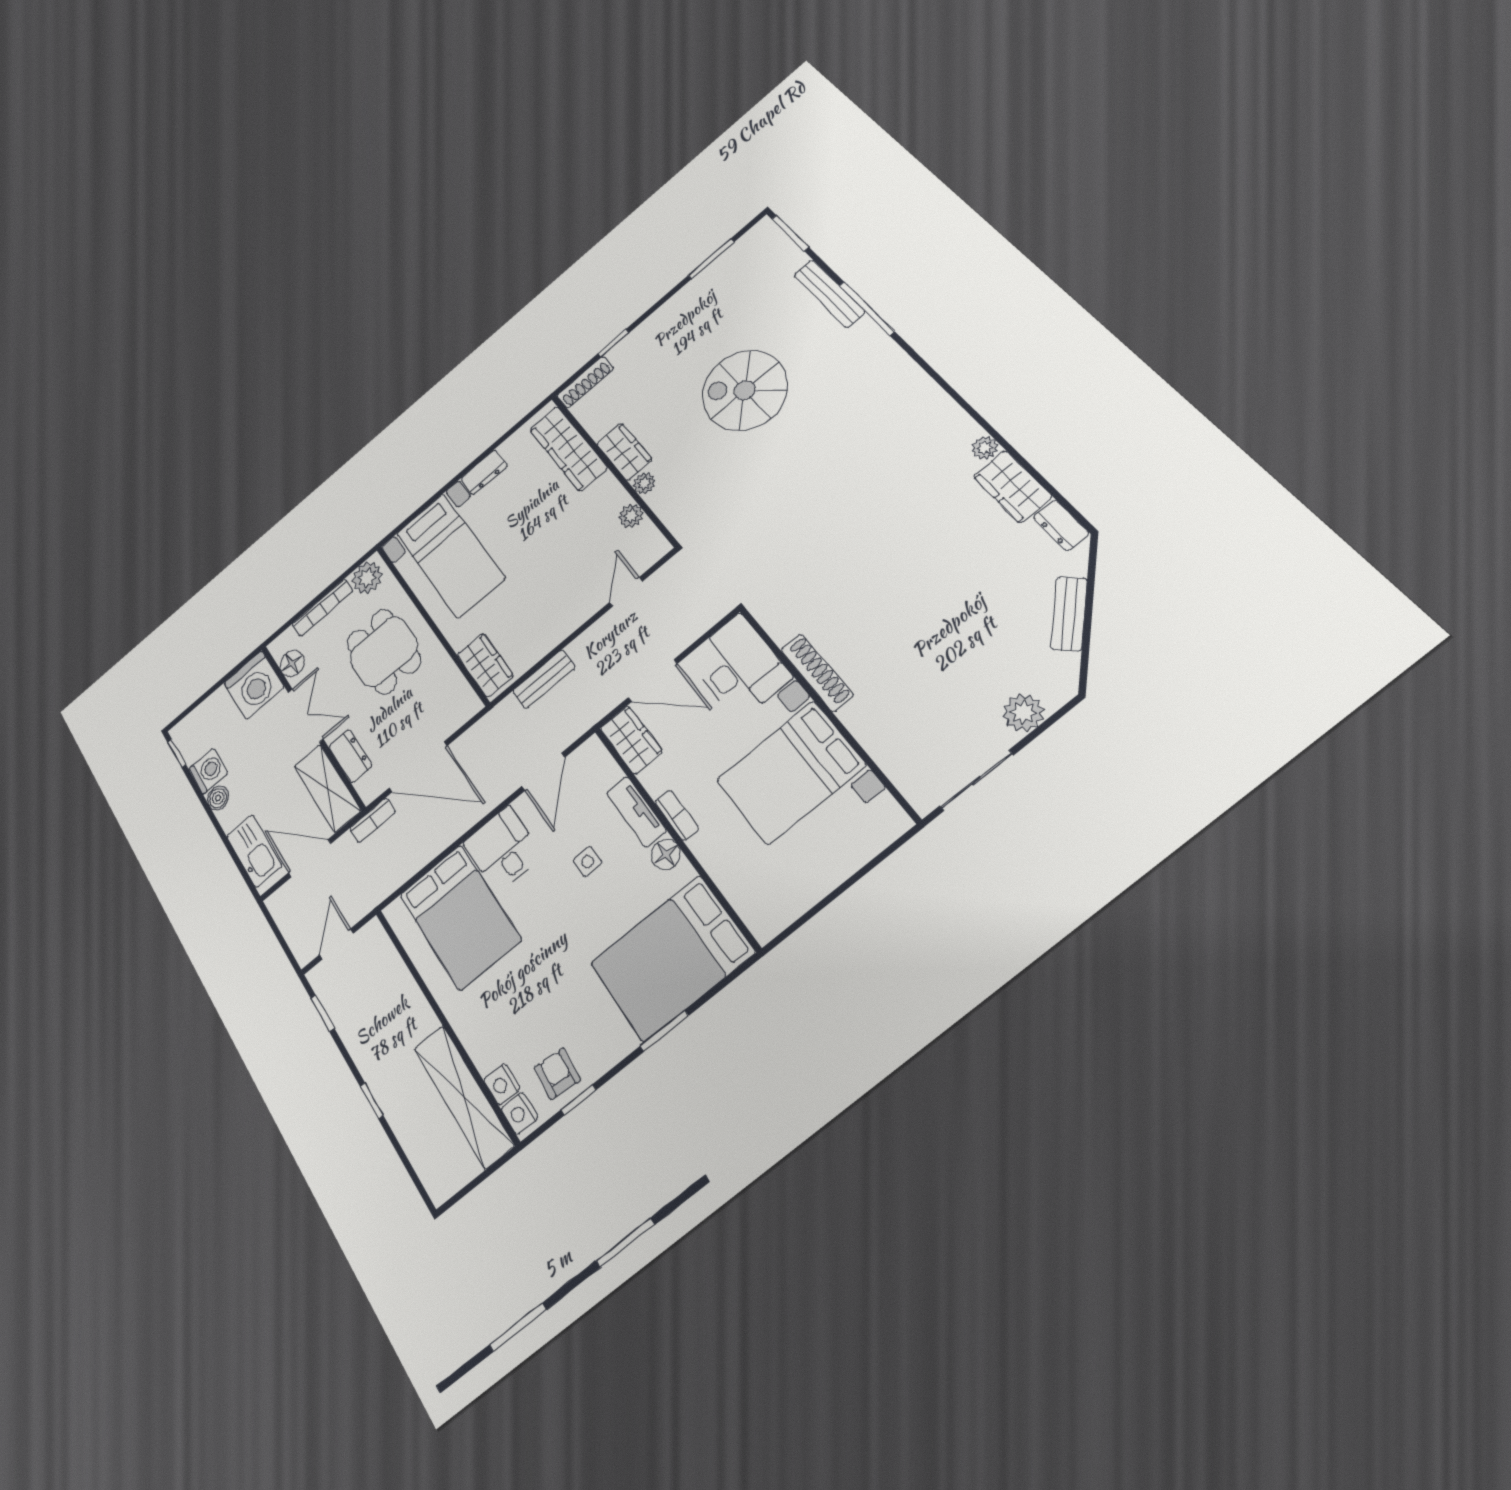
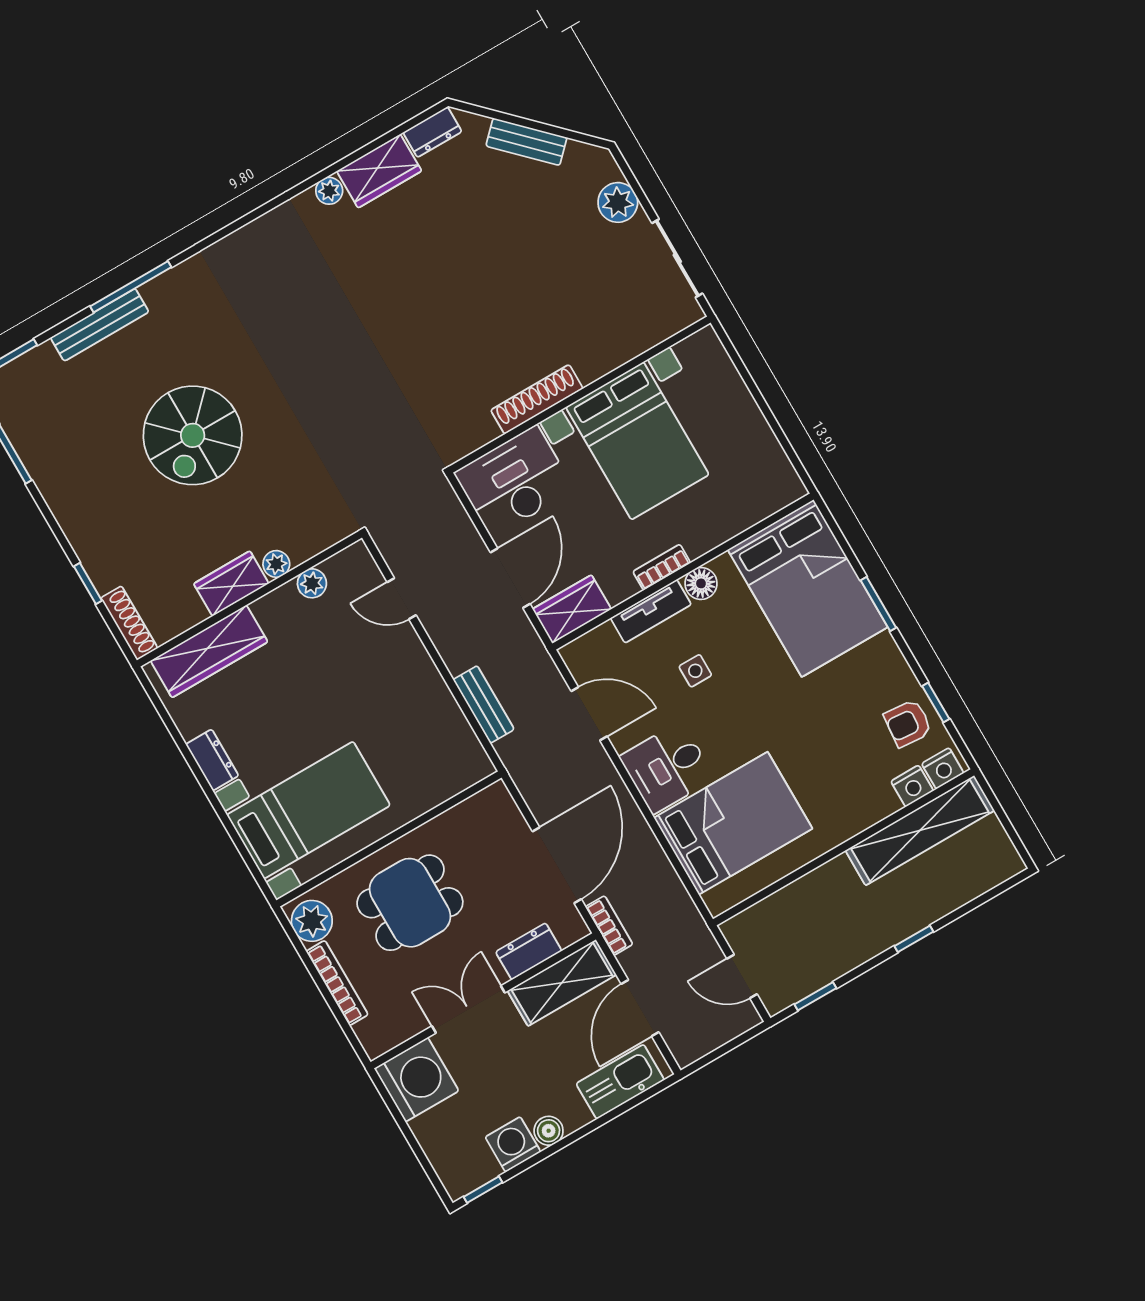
floor lamp: (292, 664) -> (400, 1026), removed
wardrobe: (485, 665) -> (453, 775), removed

